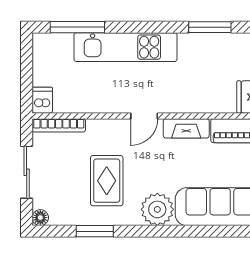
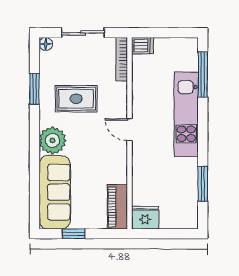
fireplace: (186, 128) -> (119, 164), removed

